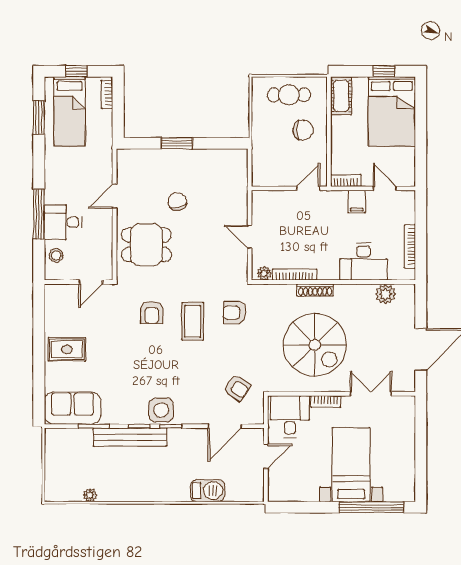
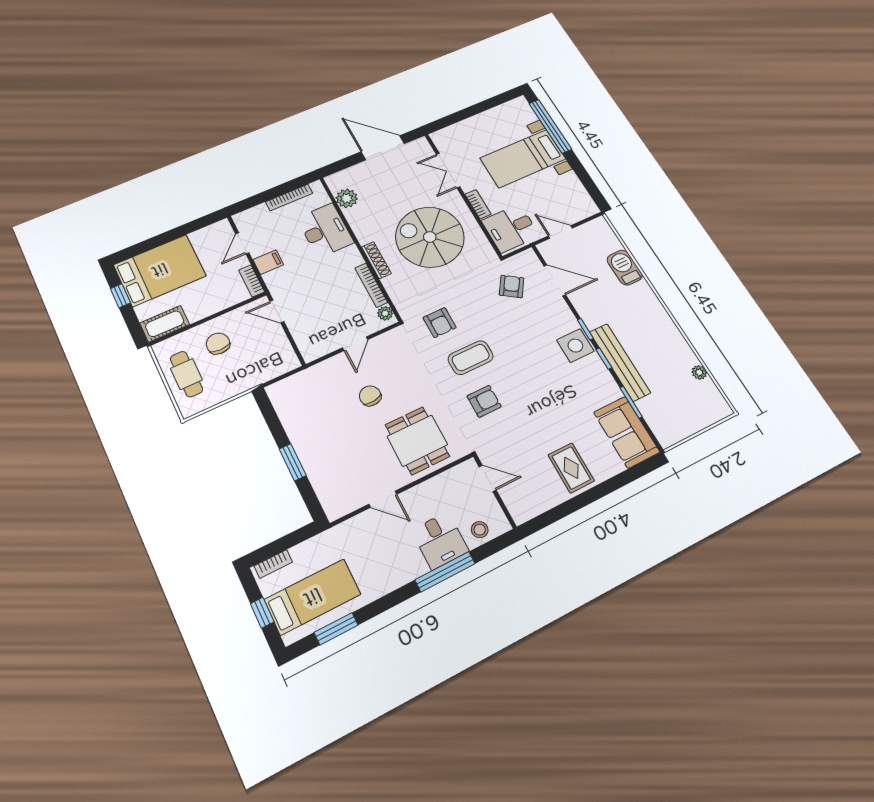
chair: (177, 202) -> (370, 396), moved, turned 97
spiral stairs: (315, 345) -> (430, 237), turned -90

